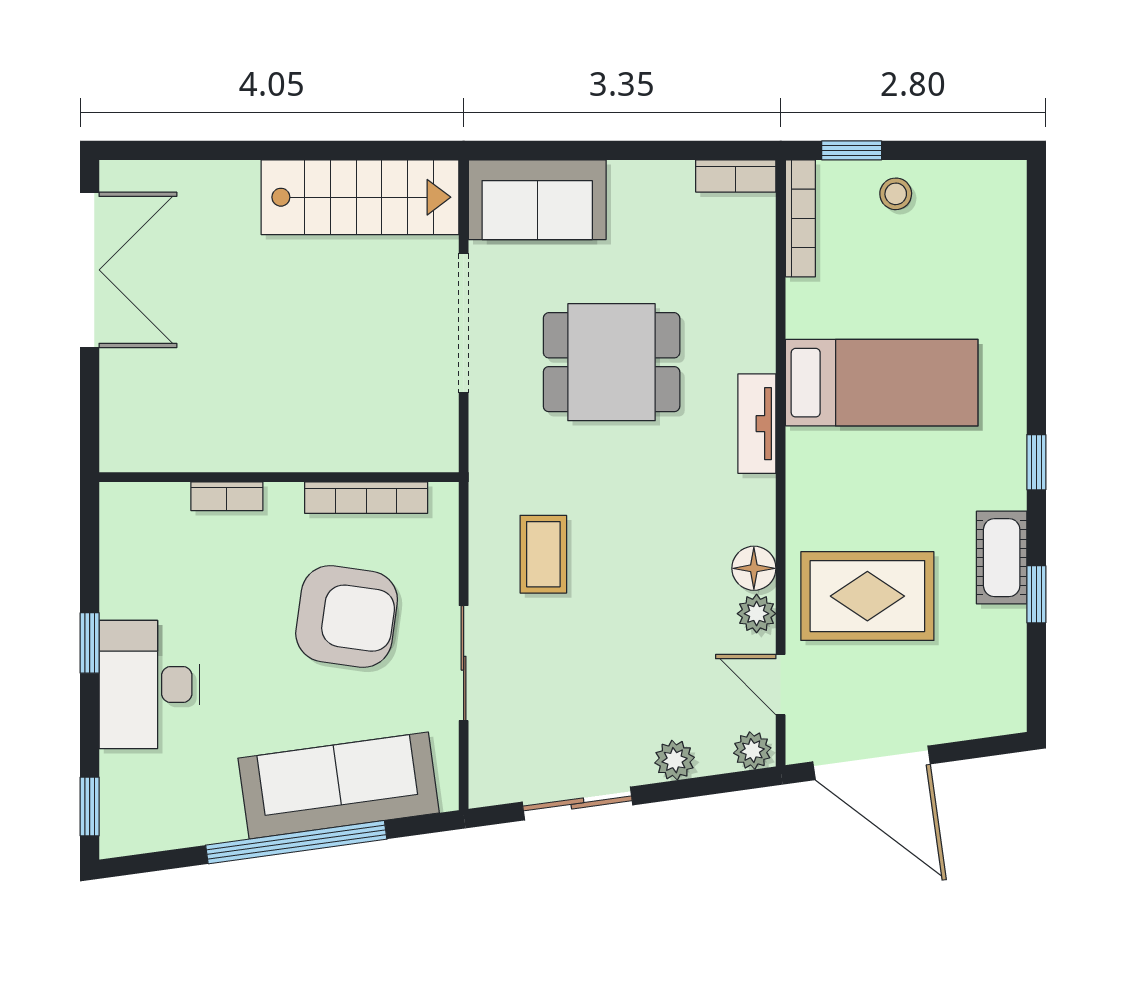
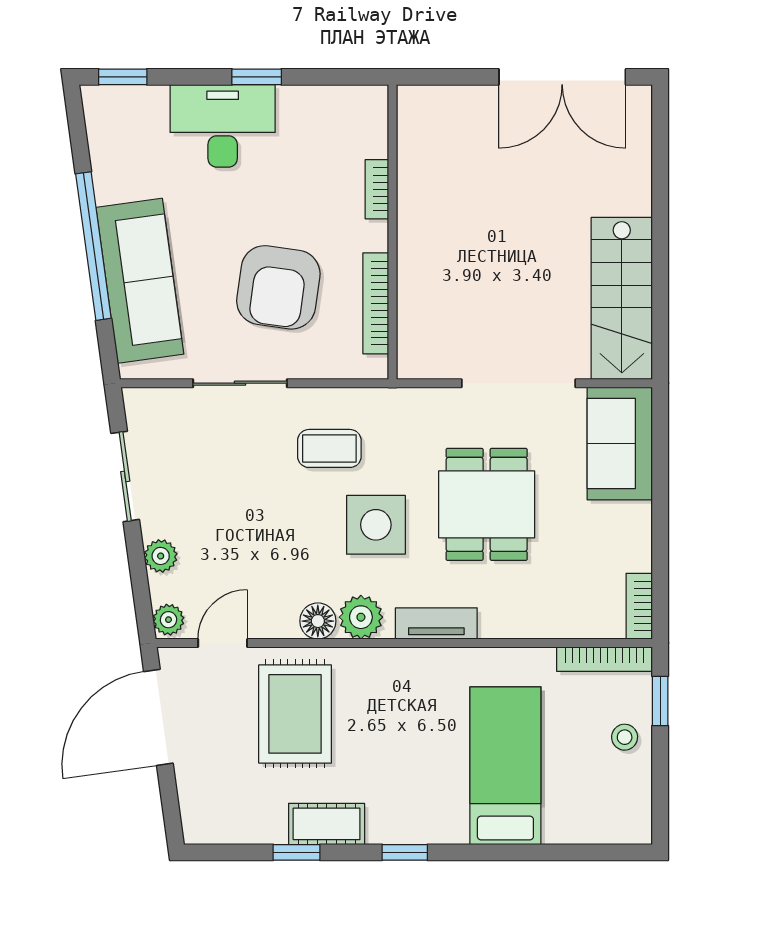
bed: (882, 383) -> (505, 766), moved, turned 180
side table: (637, 497) -> (376, 525), added
plant: (757, 614) -> (361, 617), moved, width x1.38, depth x1.38

